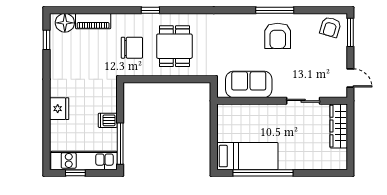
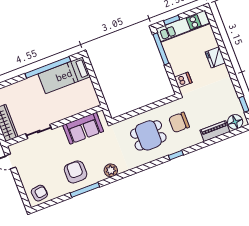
plant: (235, 22) -> (111, 170), added
armchair: (330, 27) -> (39, 193), turned 65
window: (350, 32) -> (23, 195), removed
dining table: (174, 46) -> (148, 135), turned 90
dishwasher: (108, 120) -> (183, 80), moved
window: (75, 173) -> (172, 20), moved

